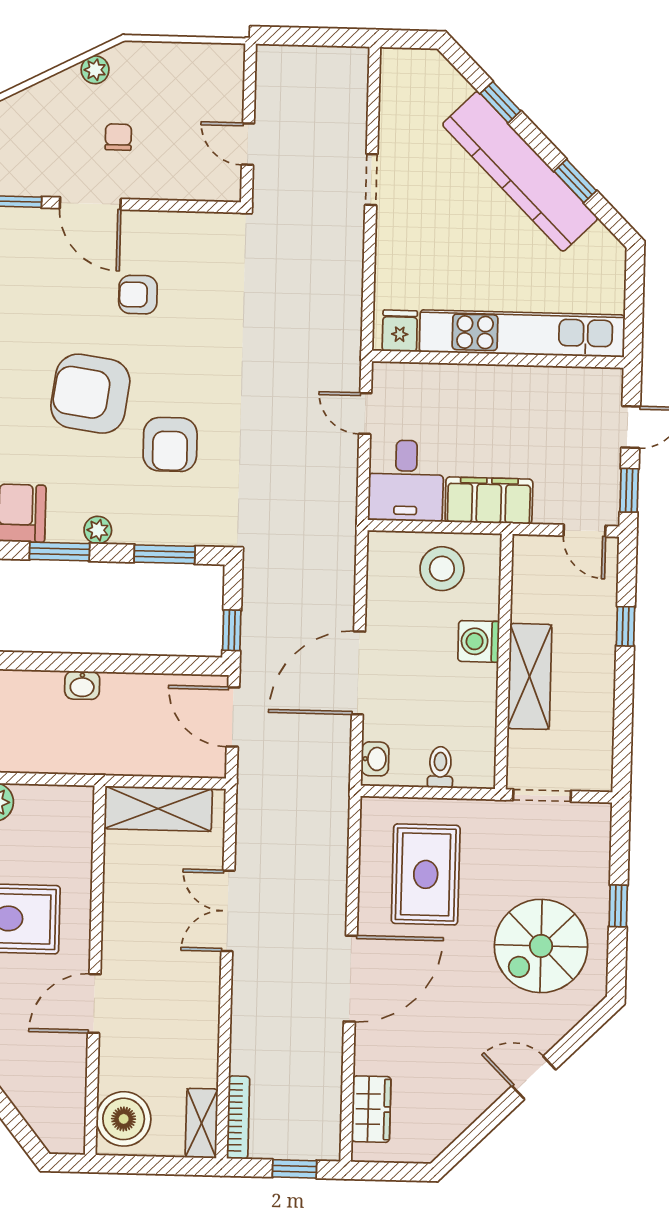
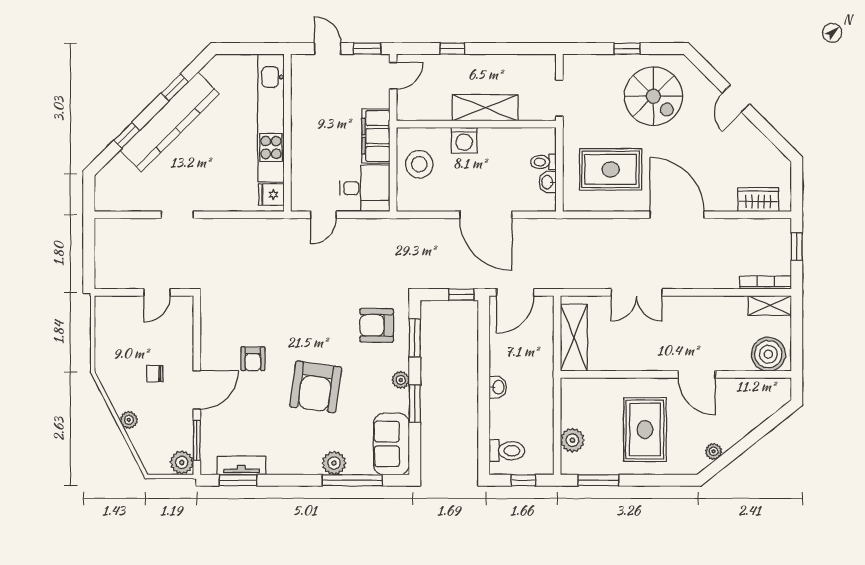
plant: (95, 70) -> (129, 420), moved
armchair: (170, 444) -> (377, 325), moved, turned 180
washbasin: (375, 759) -> (548, 182), moved, turned -90

